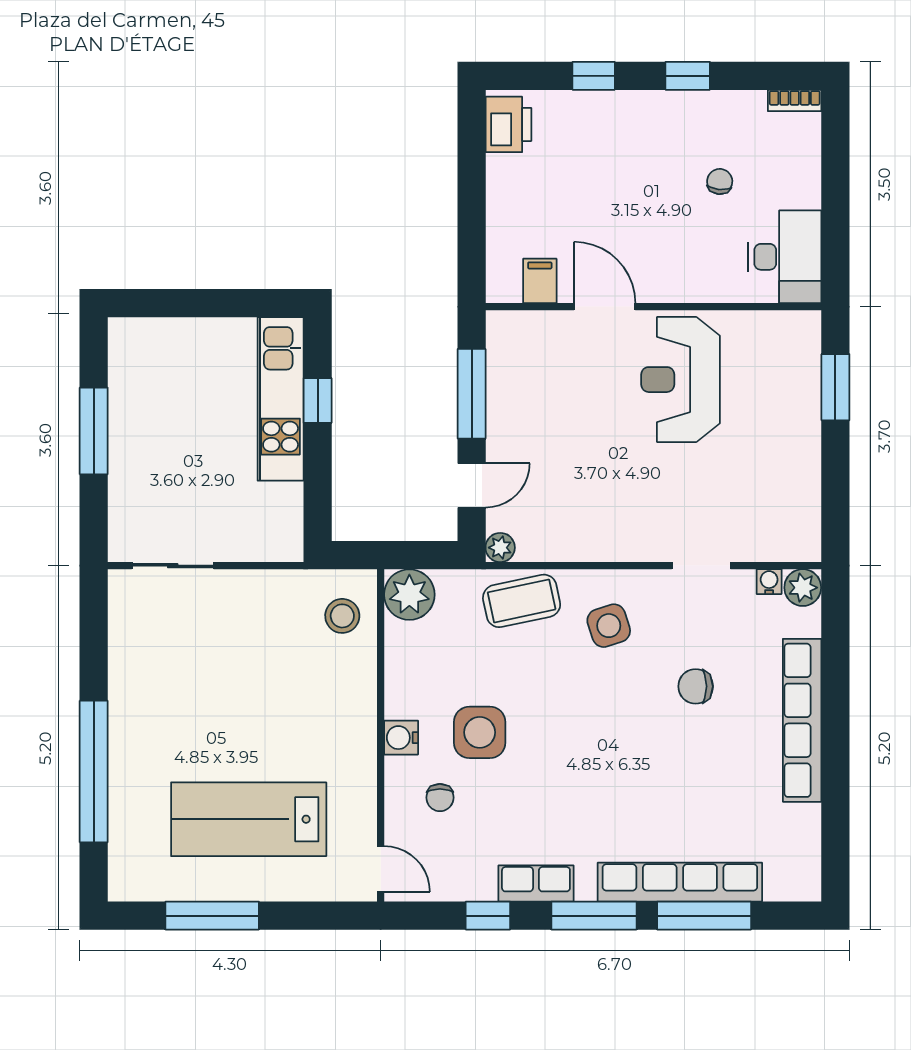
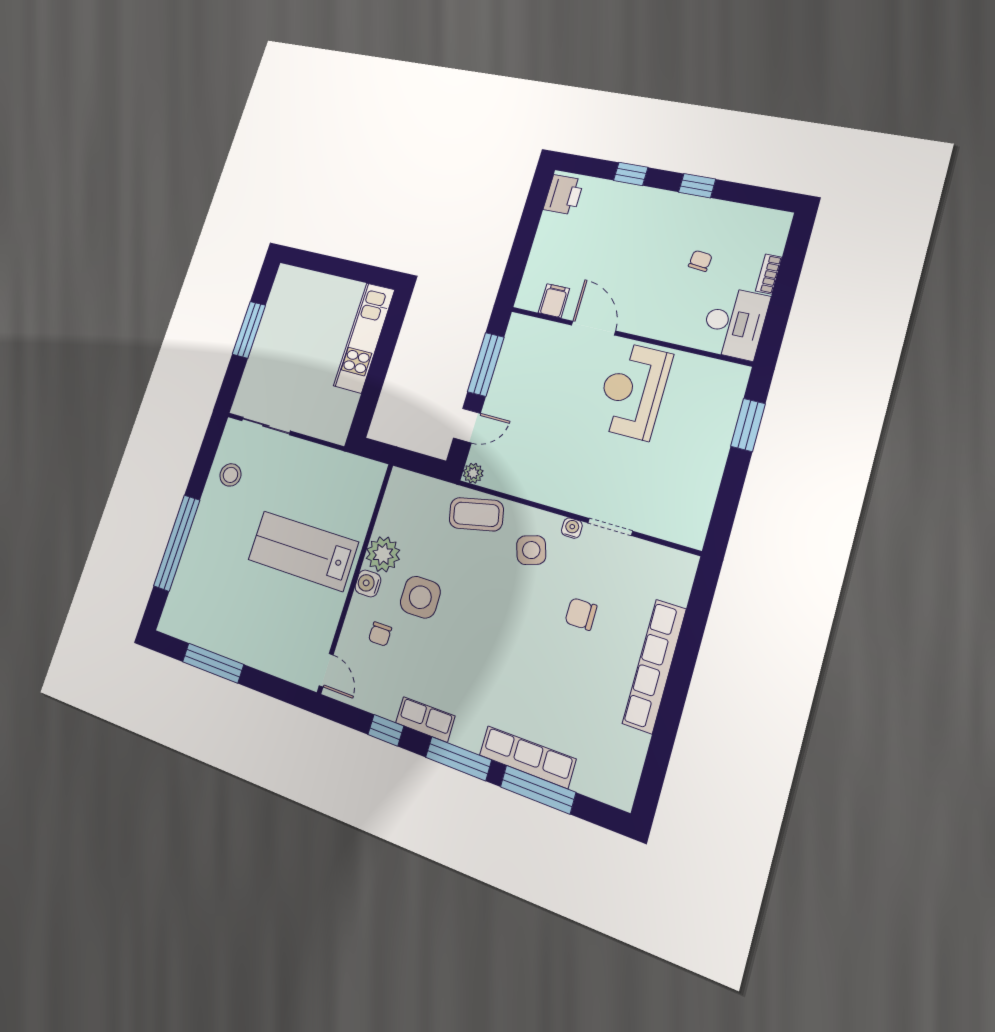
bookcase: (795, 101) -> (769, 274), moved, turned 90
window: (318, 400) -> (386, 344), removed
water cooler: (769, 582) -> (572, 528), moved
plant: (803, 588) -> (682, 566), removed
plant: (409, 595) -> (383, 554), moved
stool: (342, 616) -> (230, 475), moved
lab bench: (249, 819) -> (303, 551), moved
row of seats: (680, 882) -> (527, 757), width x0.73

